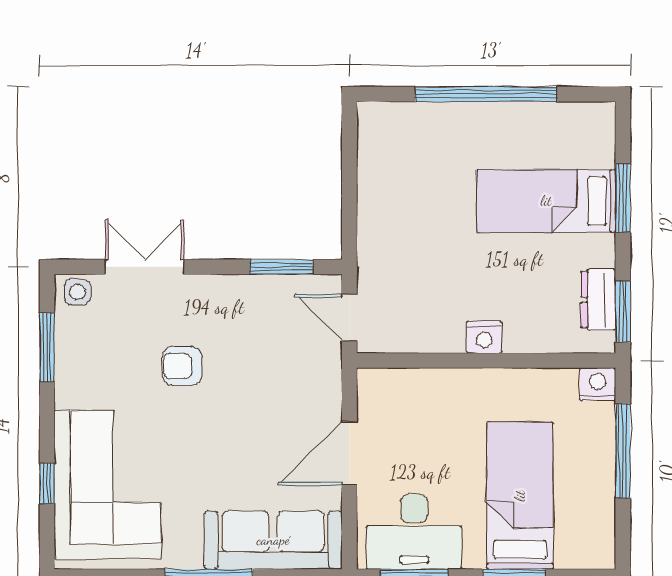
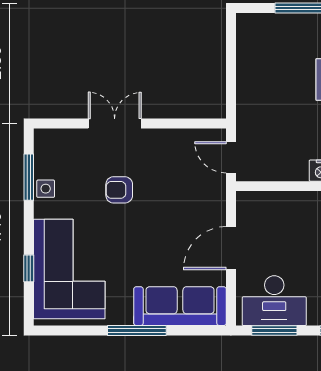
double door: (145, 267) -> (115, 124), moved
window: (281, 267) -> (185, 124), removed
side table: (77, 292) -> (46, 189), moved

